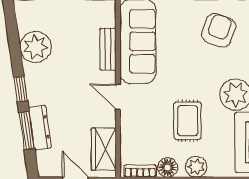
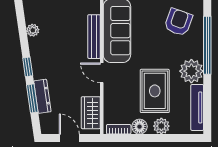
plant: (36, 47) -> (33, 30), width x0.53, depth x0.53
bench: (108, 49) -> (94, 37), width x1.36
rug: (188, 121) -> (155, 91), width x1.36, depth x1.43

